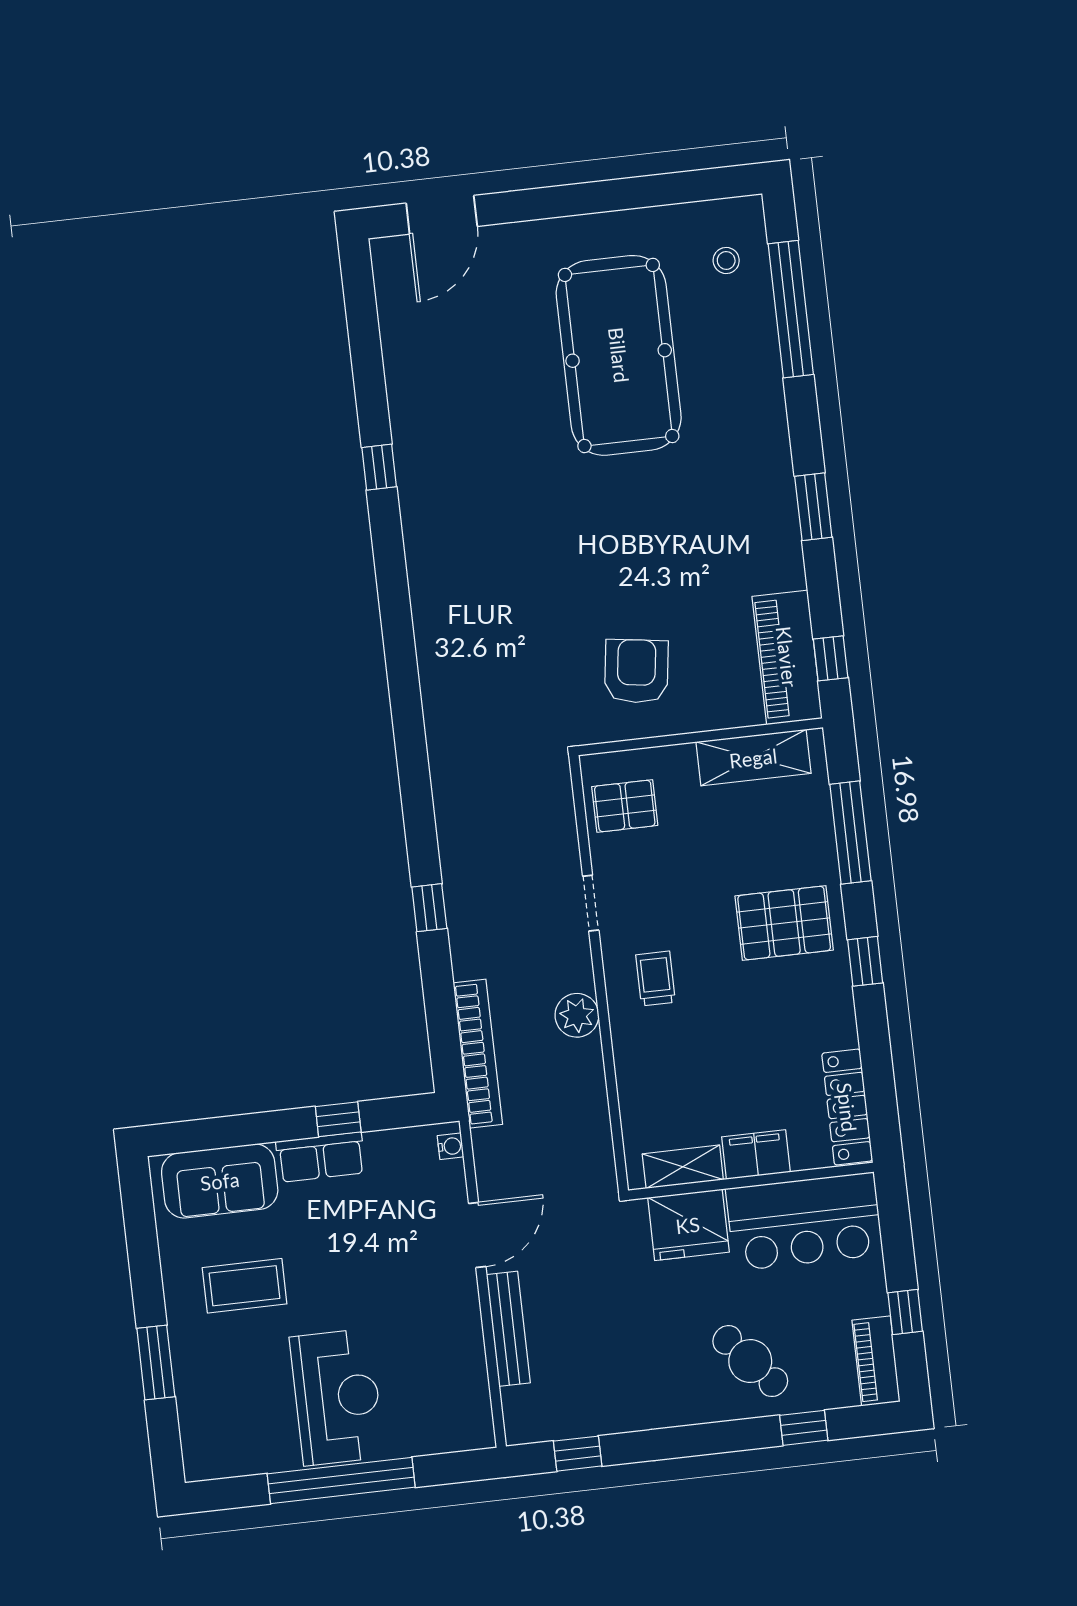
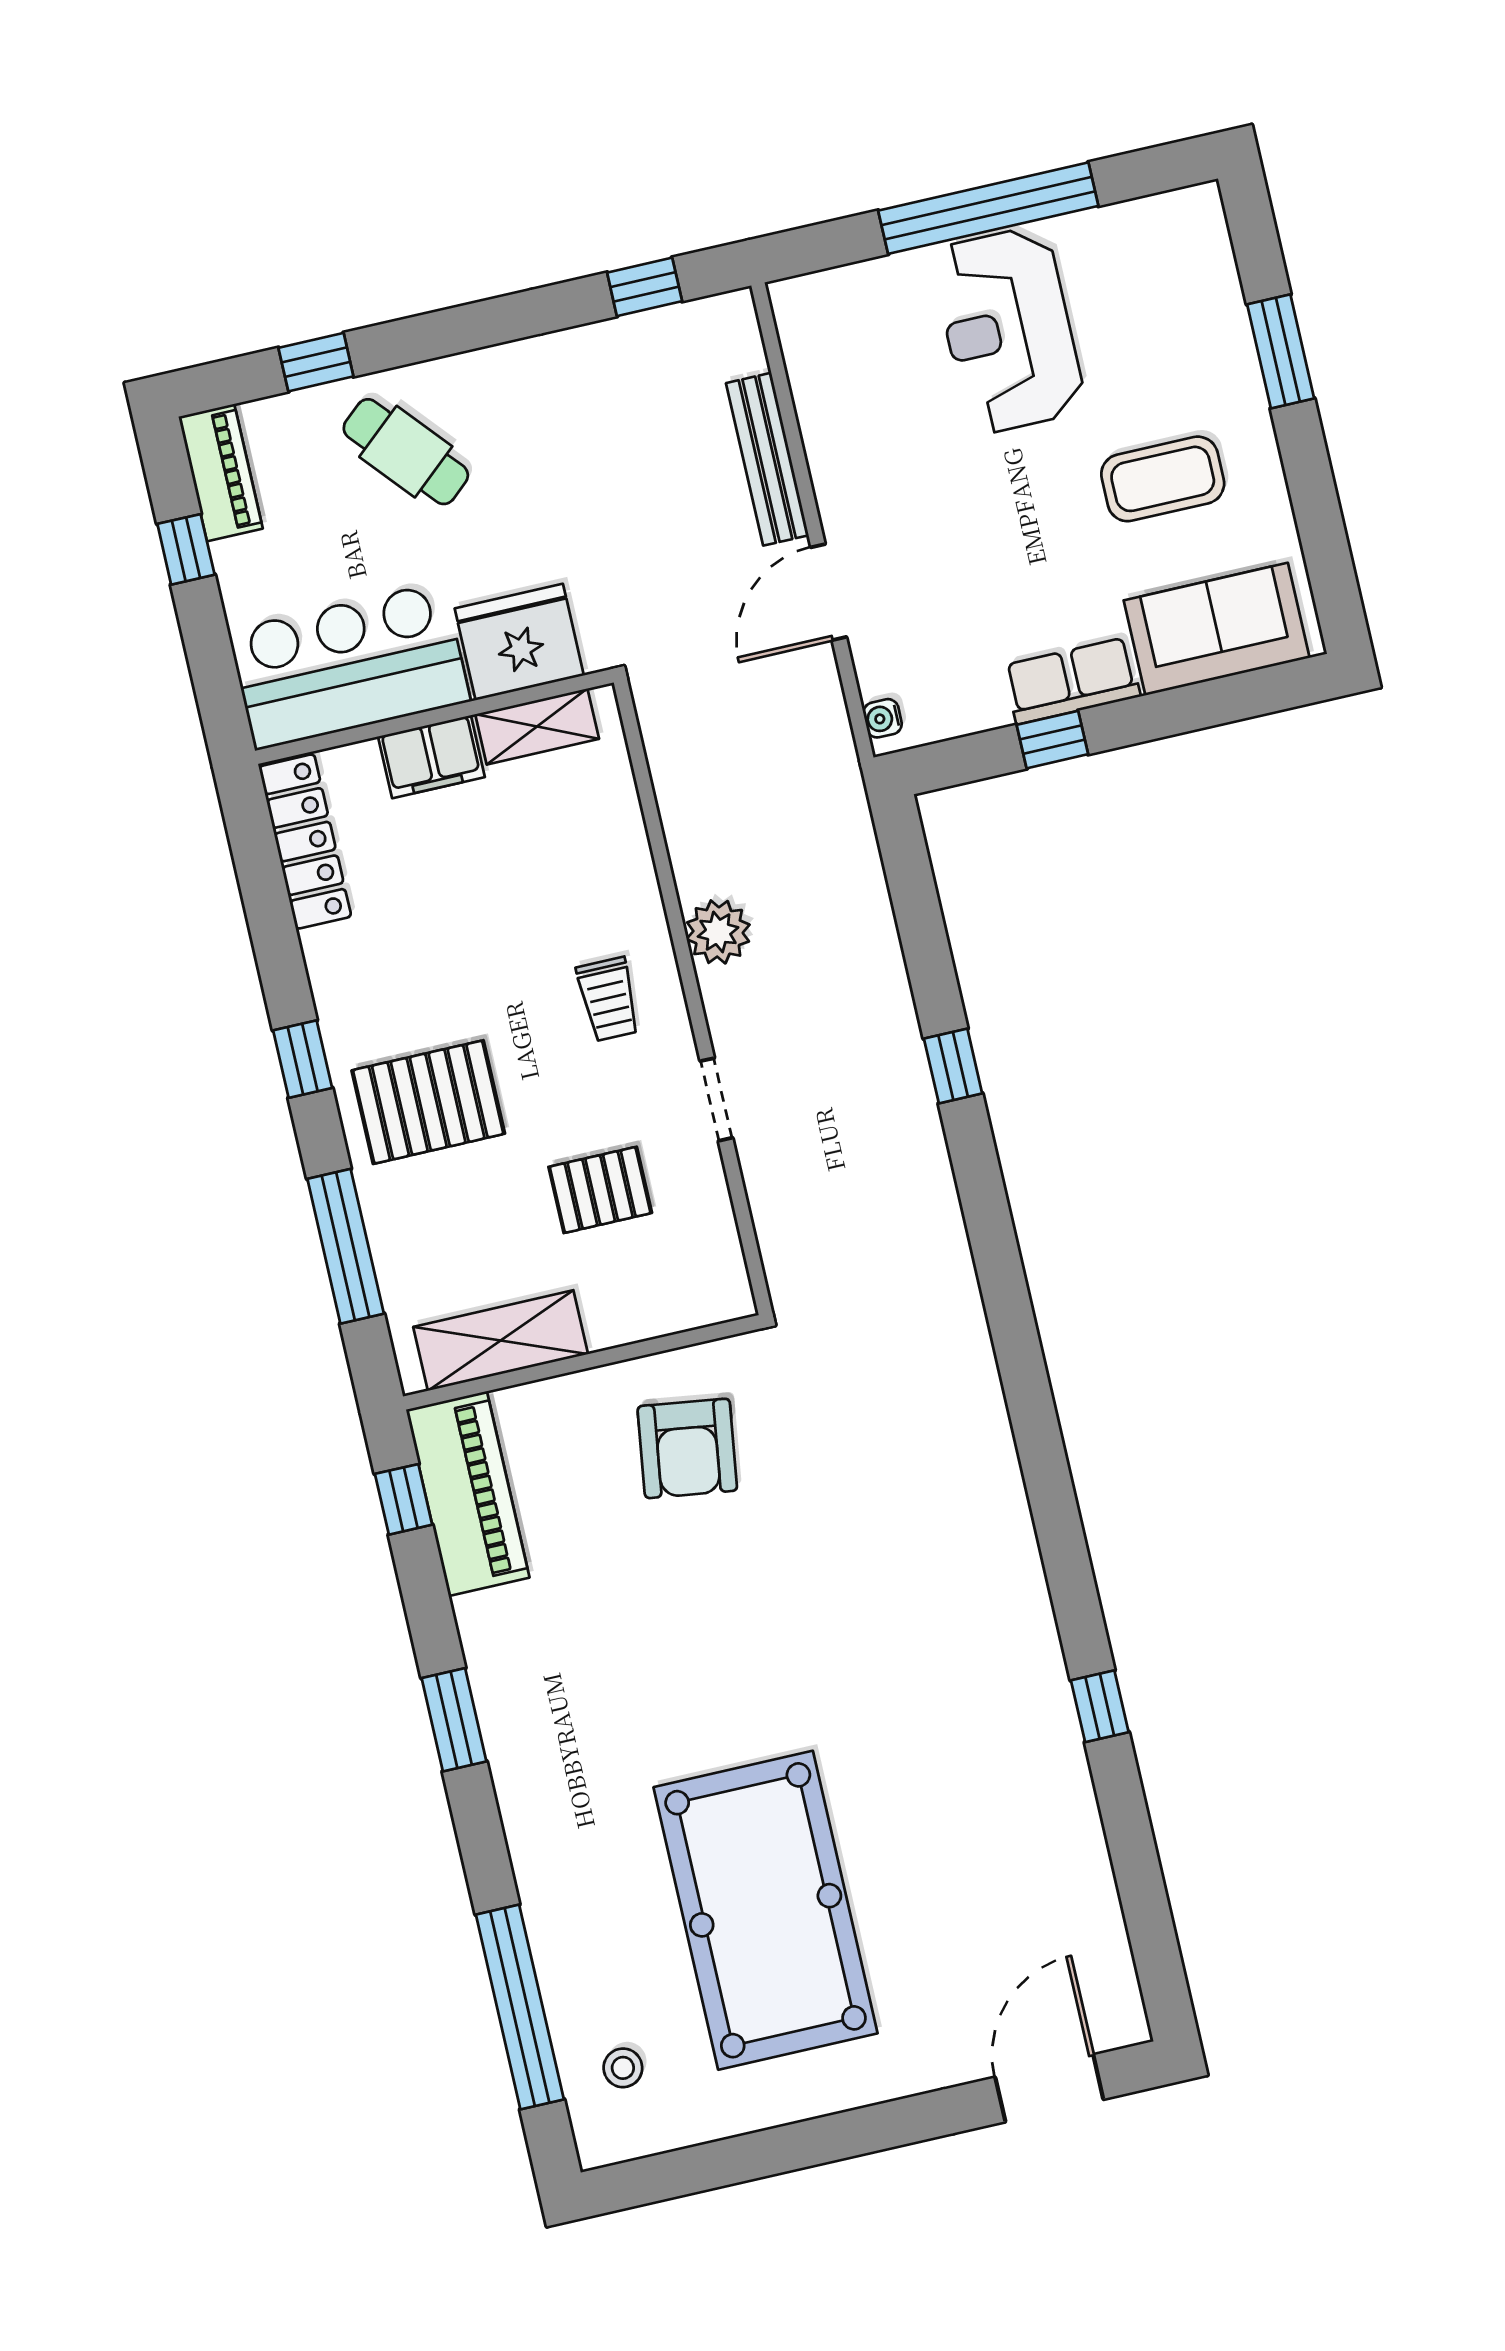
pallet: (625, 806) -> (600, 1190), moved
bookcase: (478, 1054) -> (858, 859), removed

